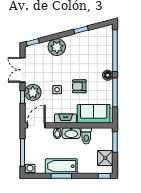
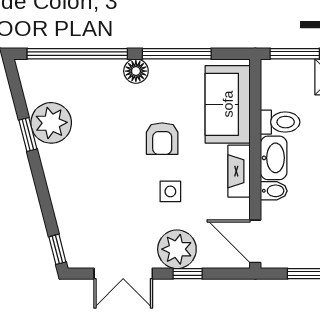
plant: (57, 47) -> (51, 123), moved

